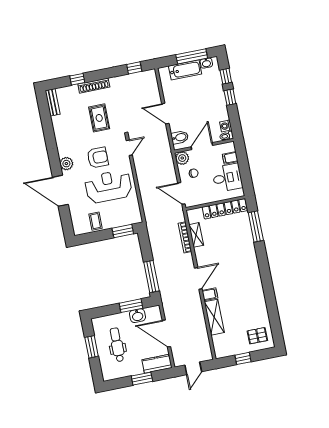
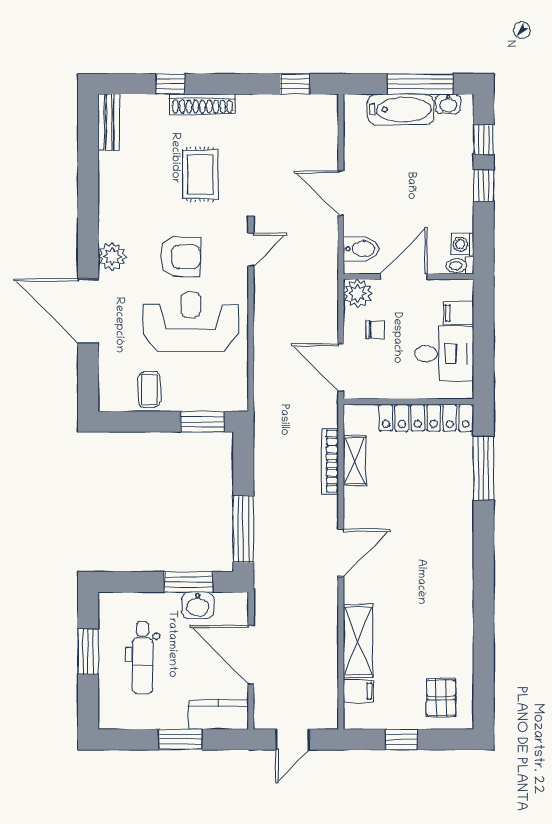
filing cabinet: (210, 294) -> (359, 691), moved
pallet: (257, 336) -> (441, 698), turned 90
dental chair: (117, 345) -> (143, 658), turned 180

